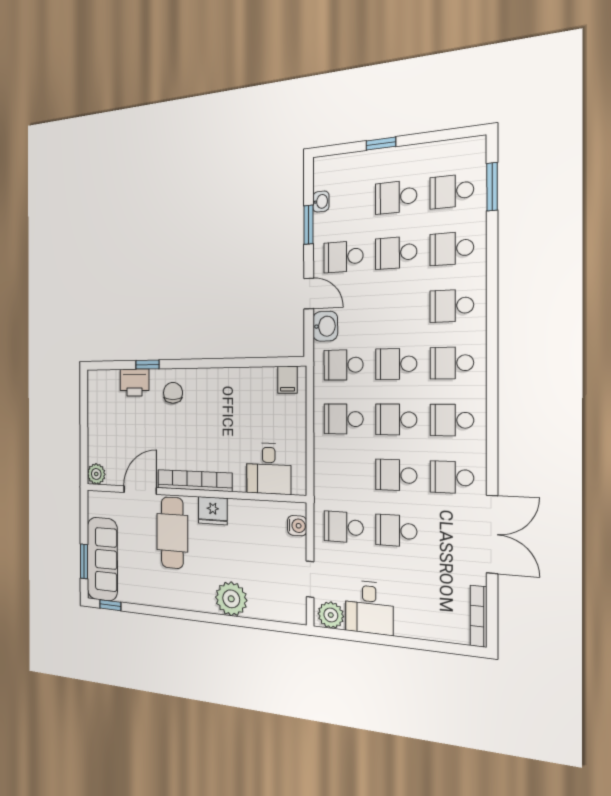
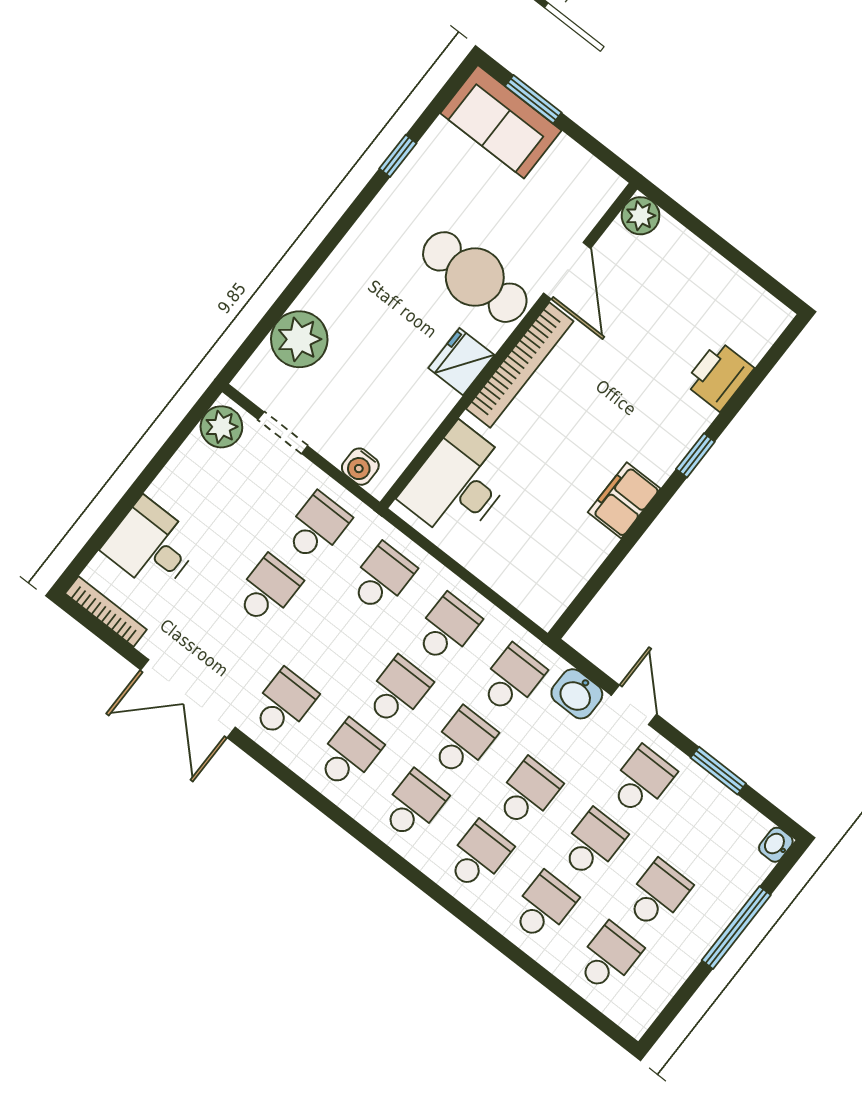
window: (381, 144) -> (736, 928), width x2.17
window: (492, 187) -> (575, 1001), removed
washbasin: (321, 202) -> (776, 845), moved, turned 90
door: (309, 294) -> (634, 705), swing flipped
school desk: (396, 308) -> (528, 793), added
window: (147, 365) -> (695, 455), moved
filing cabinet: (288, 380) -> (624, 500), moved, width x2.00
chair: (173, 393) -> (659, 423), removed
desk: (269, 469) -> (459, 483), width x1.37
school desk: (396, 475) -> (382, 578), moved
sofa: (102, 559) -> (501, 122), width x0.73
plant: (231, 599) -> (299, 339), moved
window: (110, 605) -> (398, 156), moved
desk: (369, 608) -> (151, 546), moved

